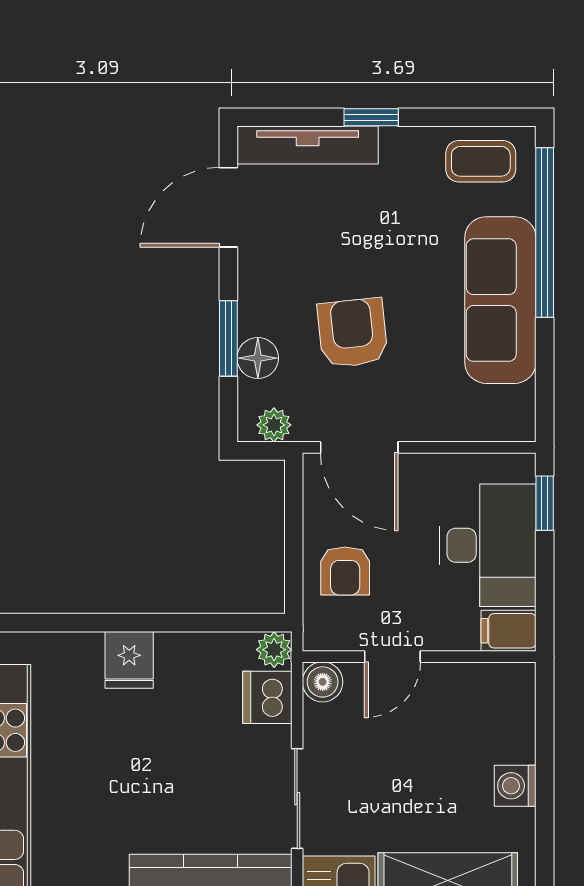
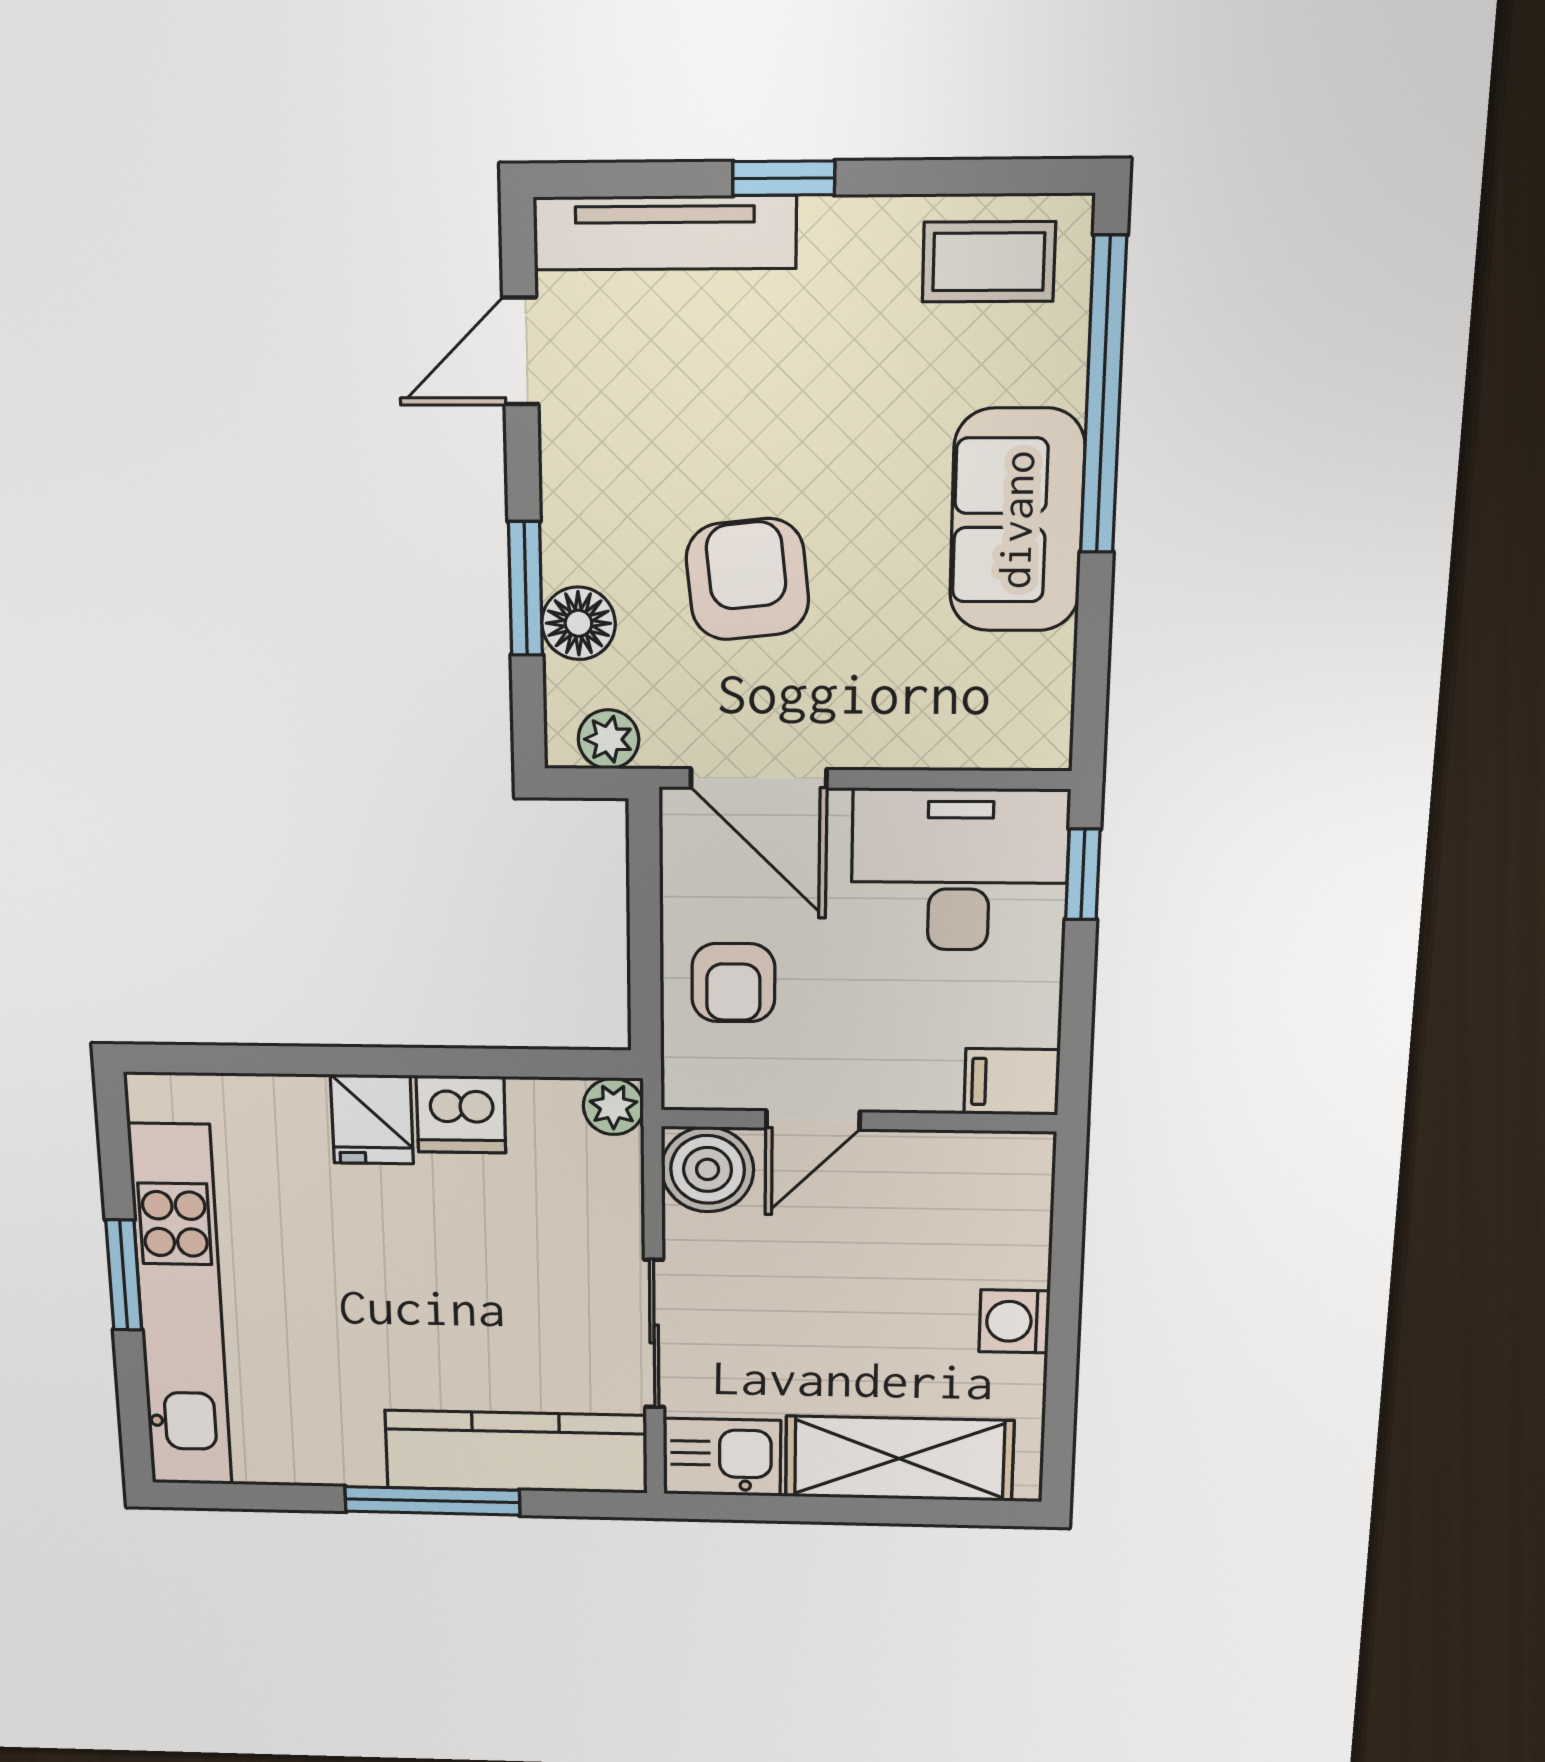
door: (228, 207) -> (520, 351), width x0.73
sofa: (500, 300) -> (1017, 520), width x0.73
desk: (488, 545) -> (959, 870), moved, turned -90
boiler: (323, 682) -> (708, 1169), width x1.36, depth x1.36
dishwasher: (267, 697) -> (461, 1114), moved, turned -90

